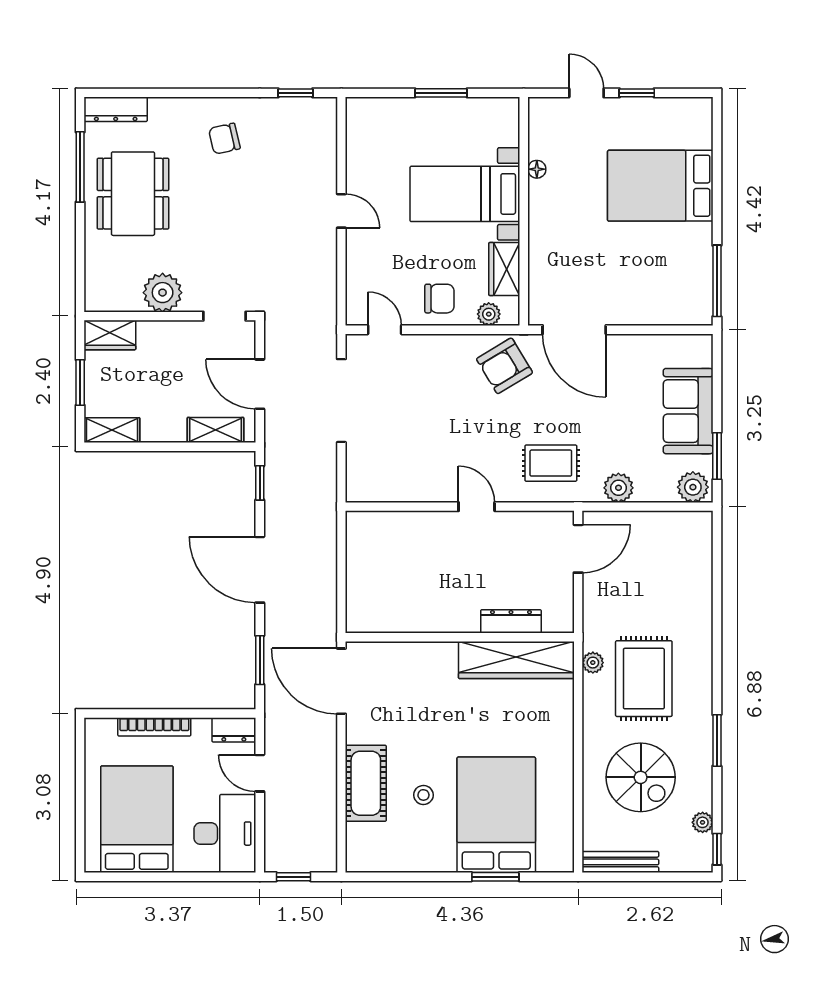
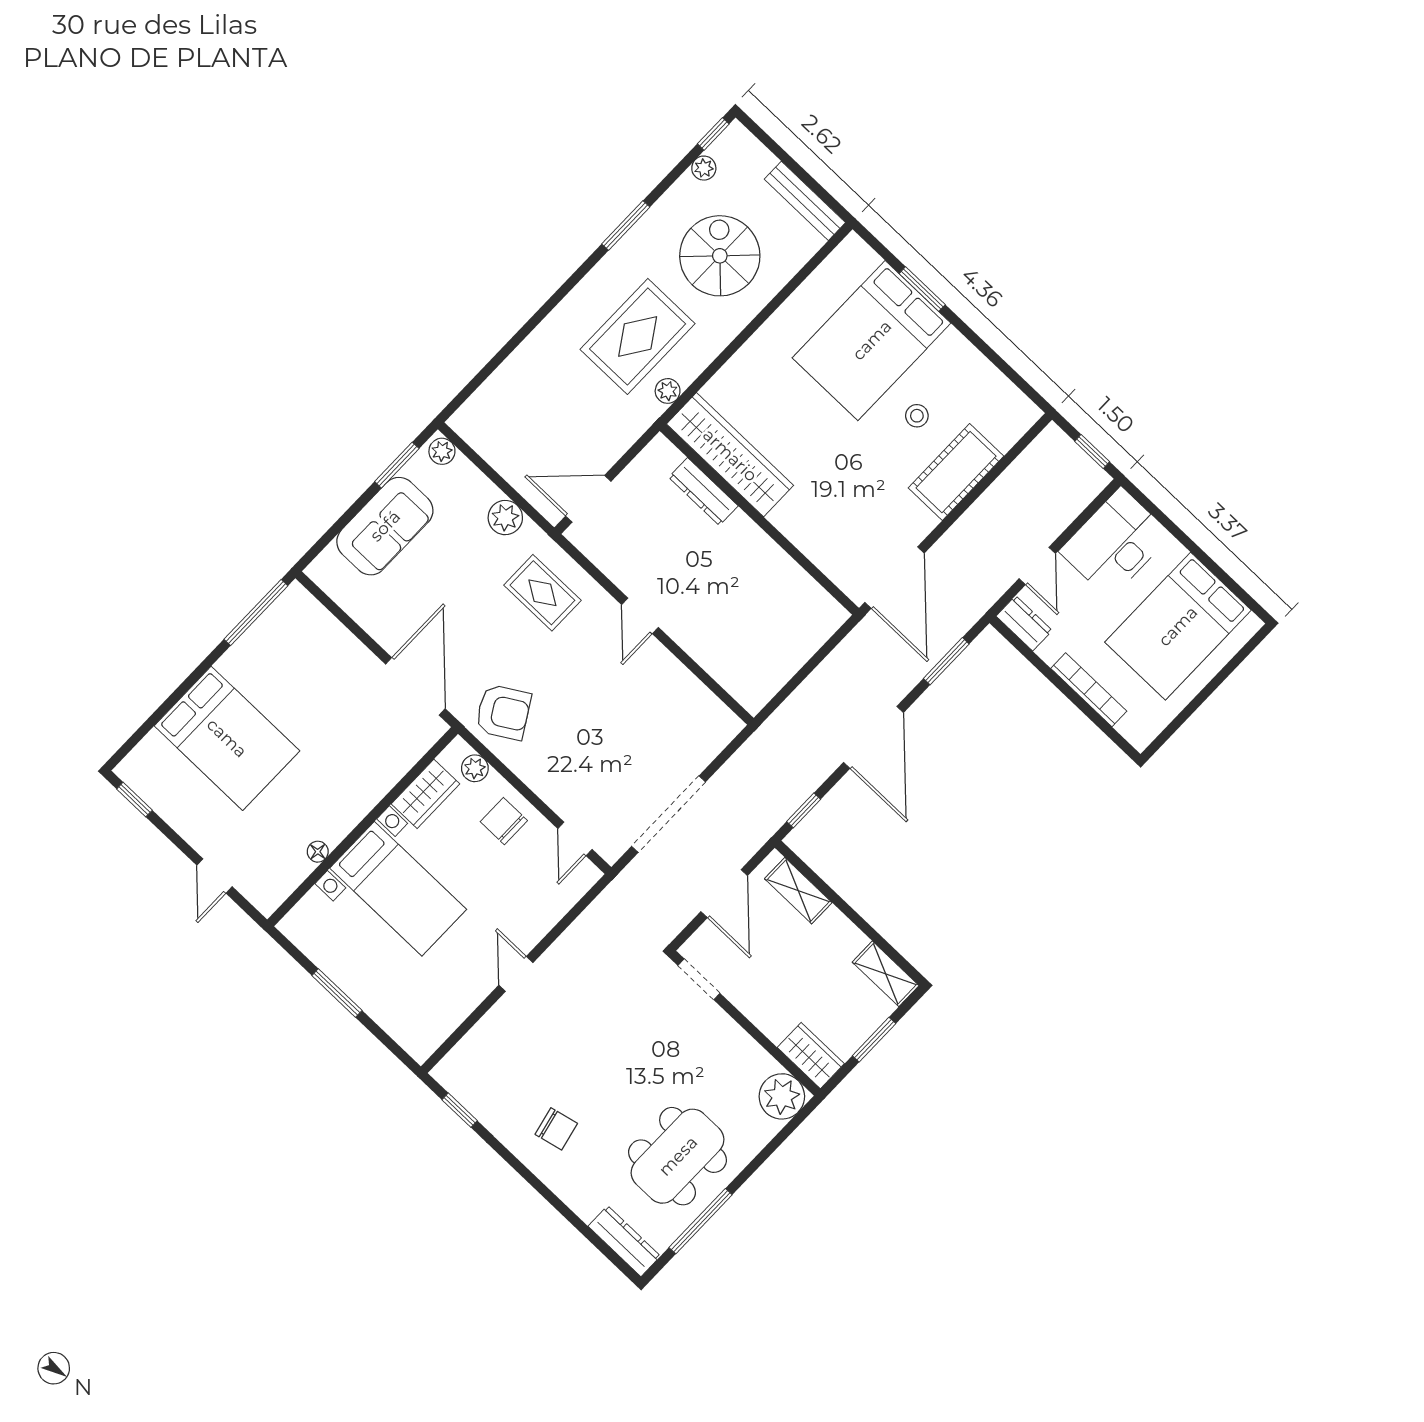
window: (637, 93) -> (134, 800), moved
plant: (163, 293) -> (782, 1096), moved
plant: (693, 487) -> (442, 451), width x0.73, depth x0.73

